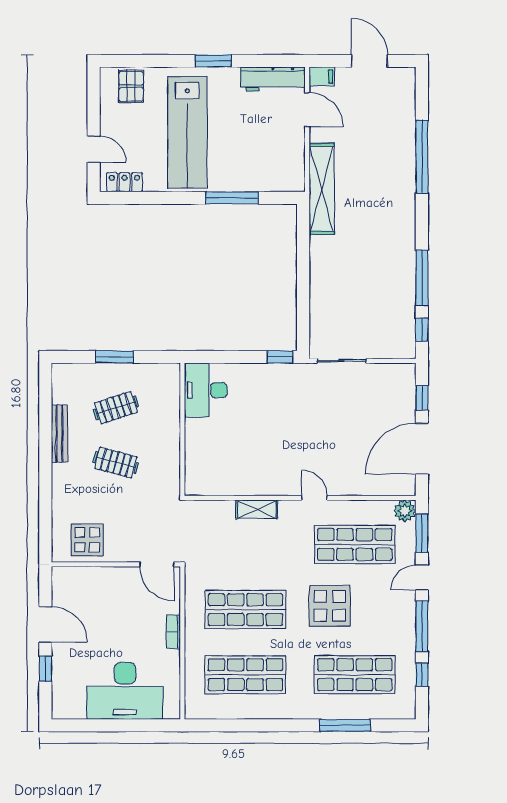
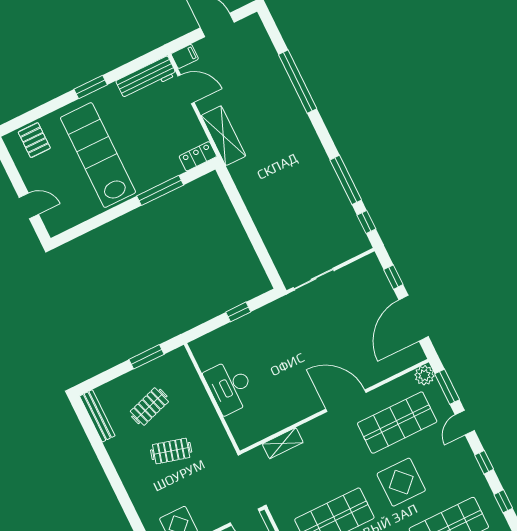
lab bench: (187, 132) -> (98, 155), turned 180
locker: (124, 182) -> (198, 156), moved
shelving: (322, 189) -> (223, 136), width x0.68
window: (115, 357) -> (147, 357), moved
window: (280, 357) -> (238, 312), moved
desk: (206, 390) -> (230, 387), moved
bench: (59, 434) -> (97, 416), moved
door: (314, 498) -> (346, 401), width x1.87
shelving: (257, 509) -> (283, 443), moved
window: (422, 626) -> (484, 462), width x0.46

